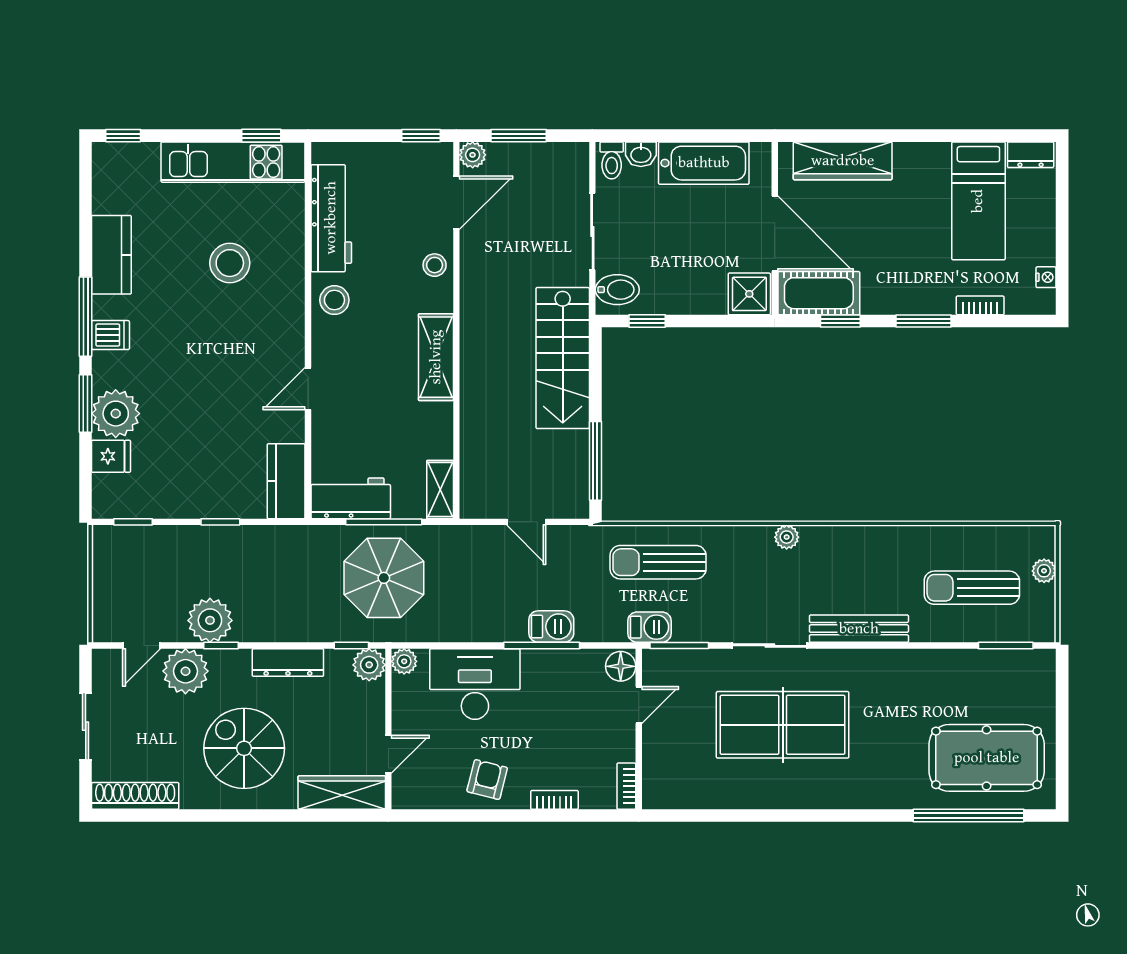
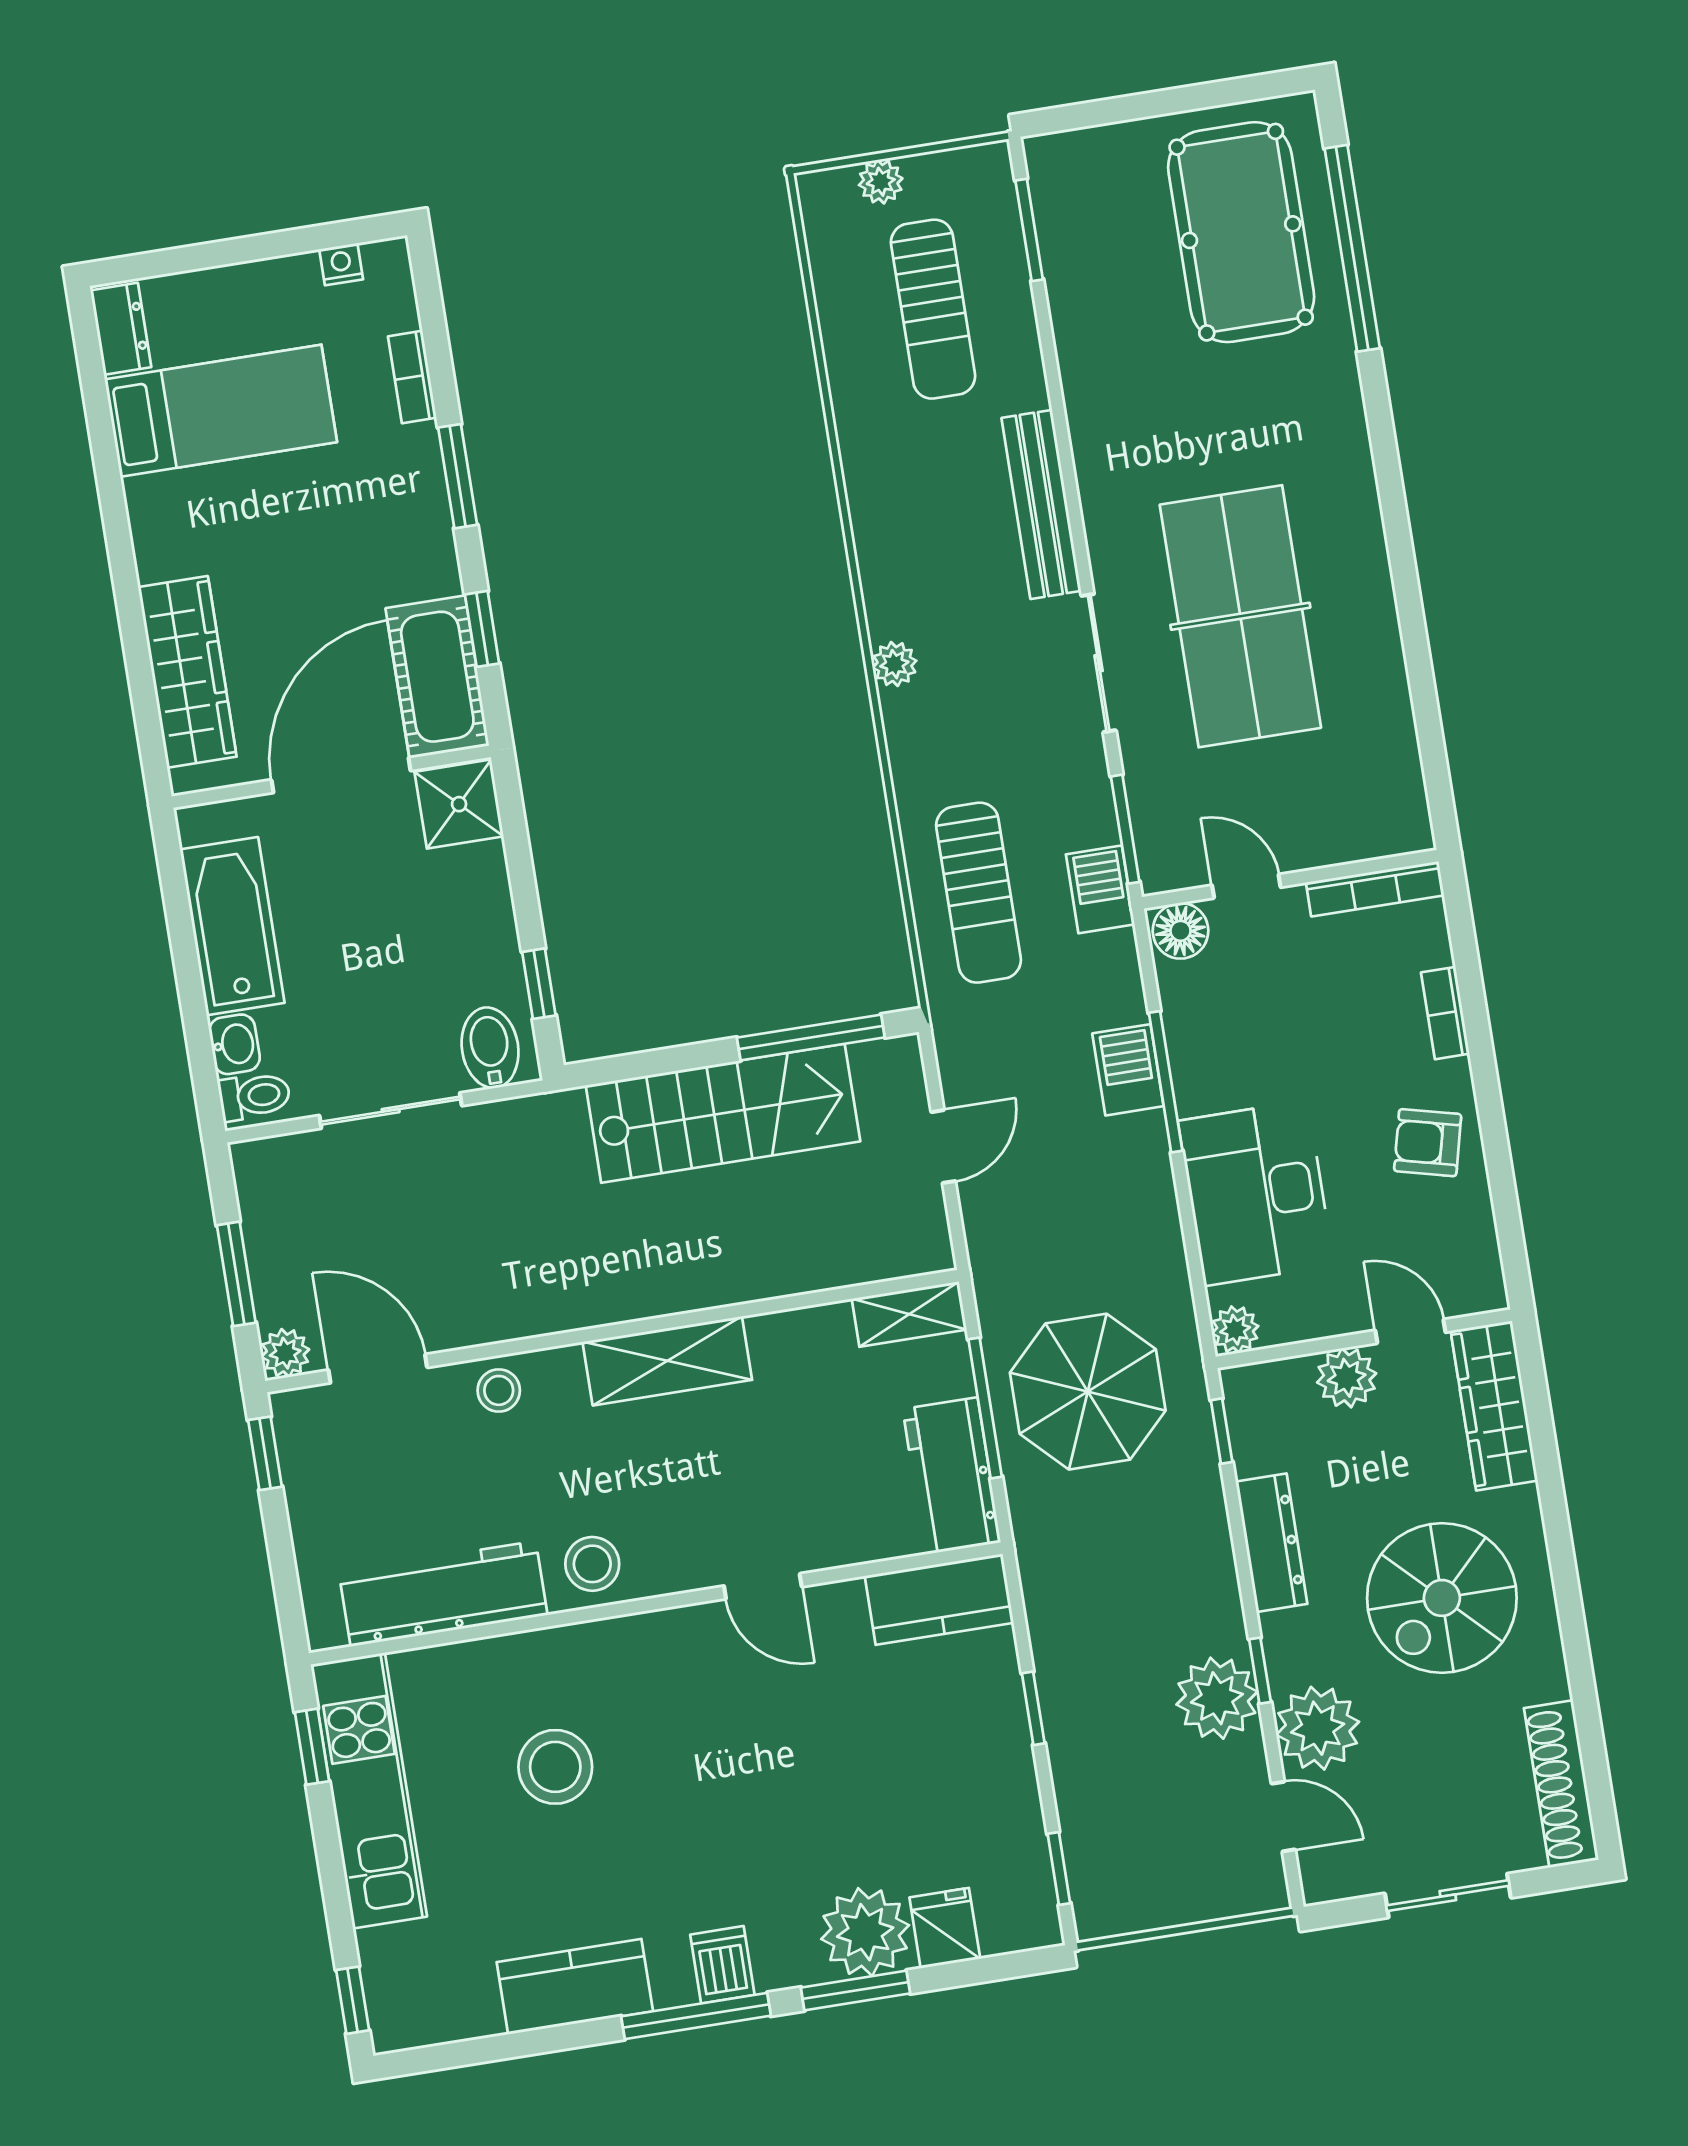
stairs: (563, 358) -> (723, 1113), moved
plant: (369, 665) -> (1347, 1378), moved
bookcase: (626, 786) -> (1375, 889), width x1.56

